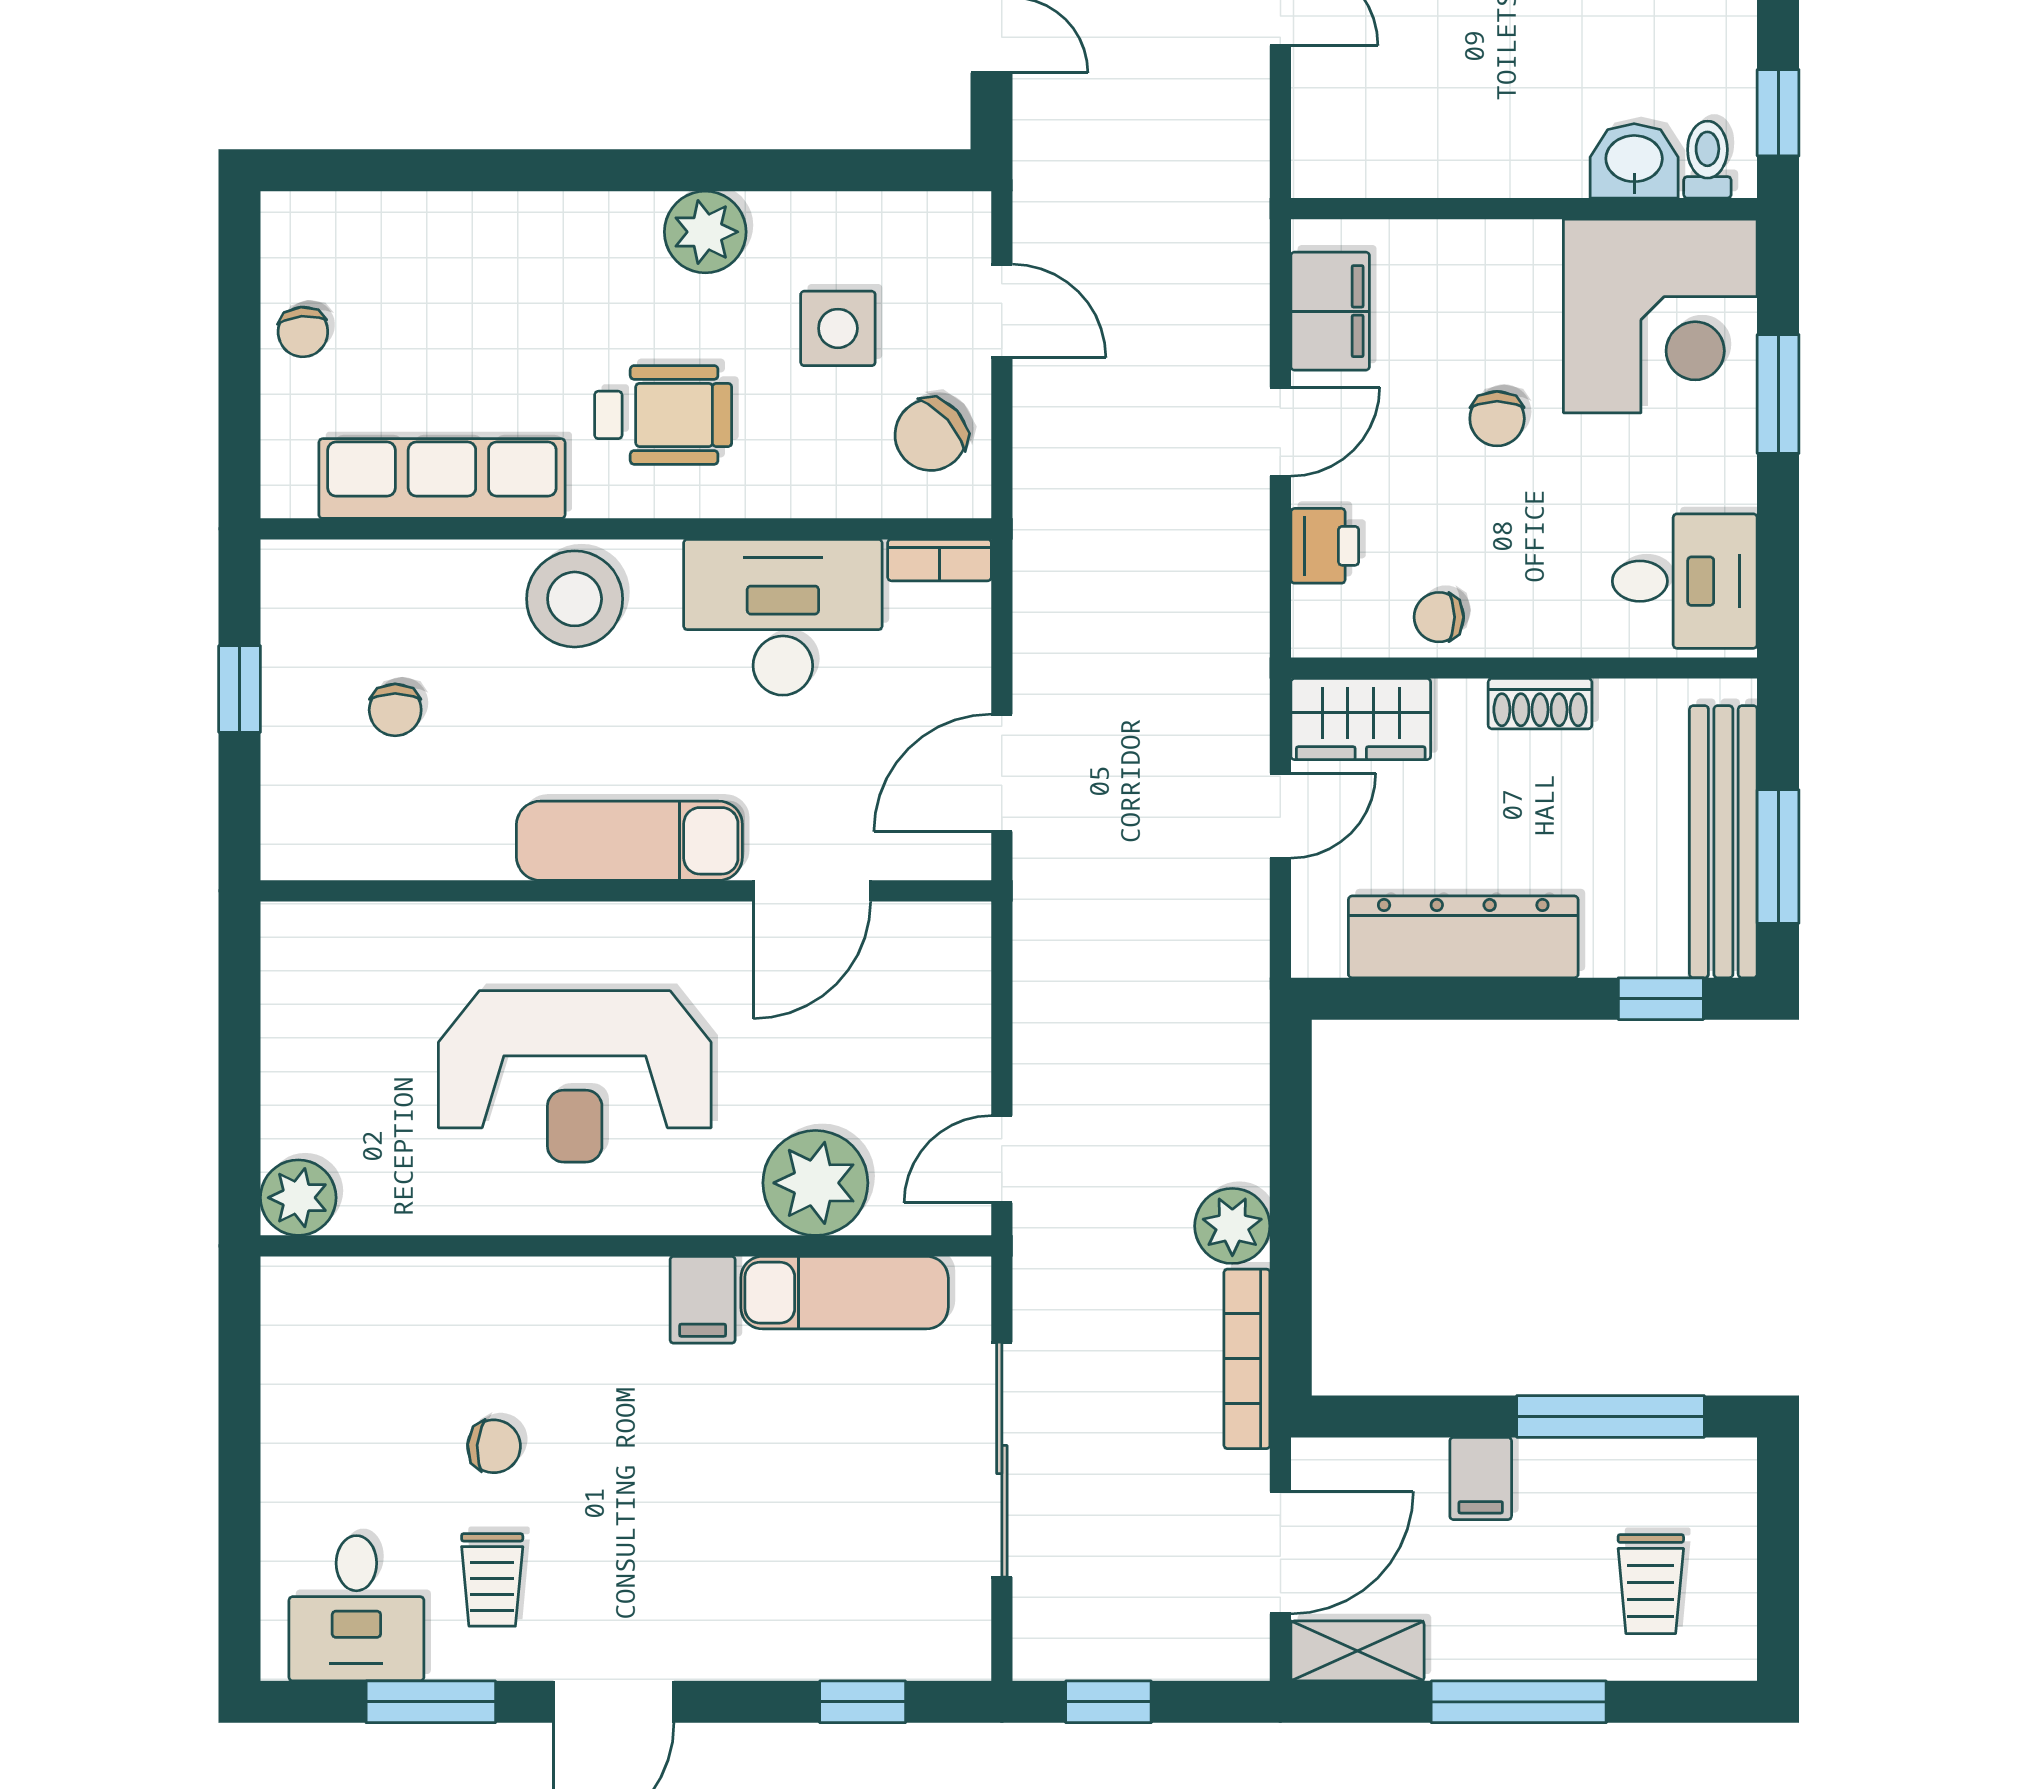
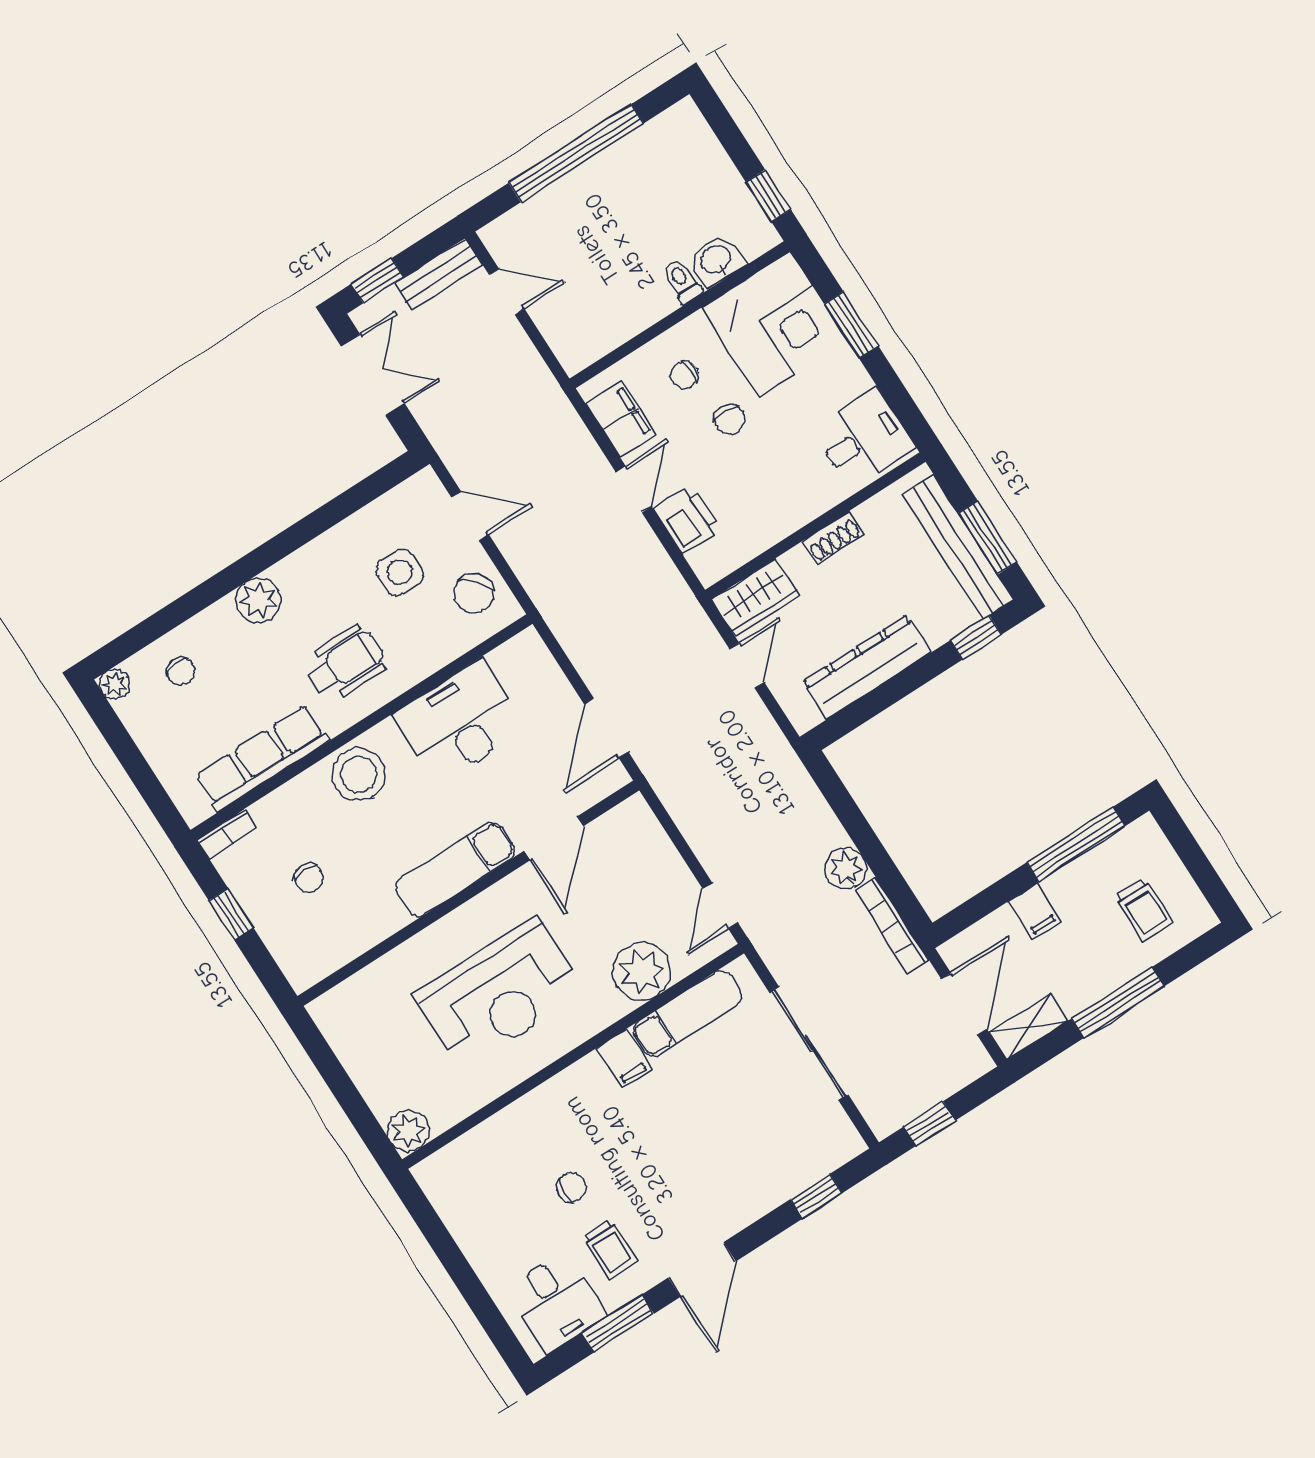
toilet: (1707, 160) -> (682, 281), moved
plant: (288, 218) -> (115, 684), added
plant: (705, 232) -> (259, 600), moved
chair: (303, 332) -> (181, 671), moved
printer: (1325, 546) -> (687, 520), width x1.36, depth x1.24
bookcase: (940, 560) -> (227, 834), moved
chair: (1439, 617) -> (684, 375), moved

